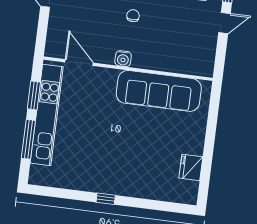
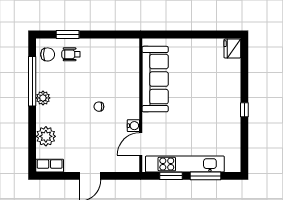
door: (225, 23) -> (96, 34), removed
water cooler: (123, 59) -> (133, 126), moved
fridge: (191, 167) -> (232, 49), moved, turned 90

